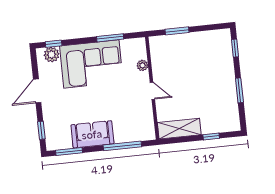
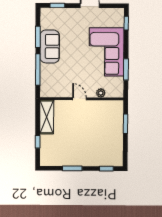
plant: (52, 55) -> (118, 21), removed
door: (152, 91) -> (79, 99), swing flipped
window: (69, 151) -> (38, 37), moved

